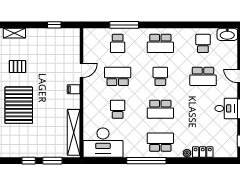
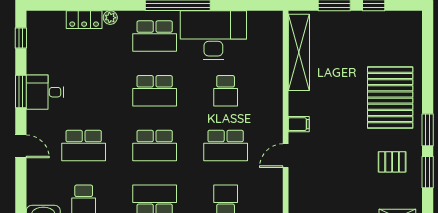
school desk: (160, 76) -> (155, 146), width x1.85
school desk: (203, 76) -> (84, 146), turned 180
school desk: (160, 109) -> (155, 91), turned 180
desk: (103, 143) -> (213, 35), moved

